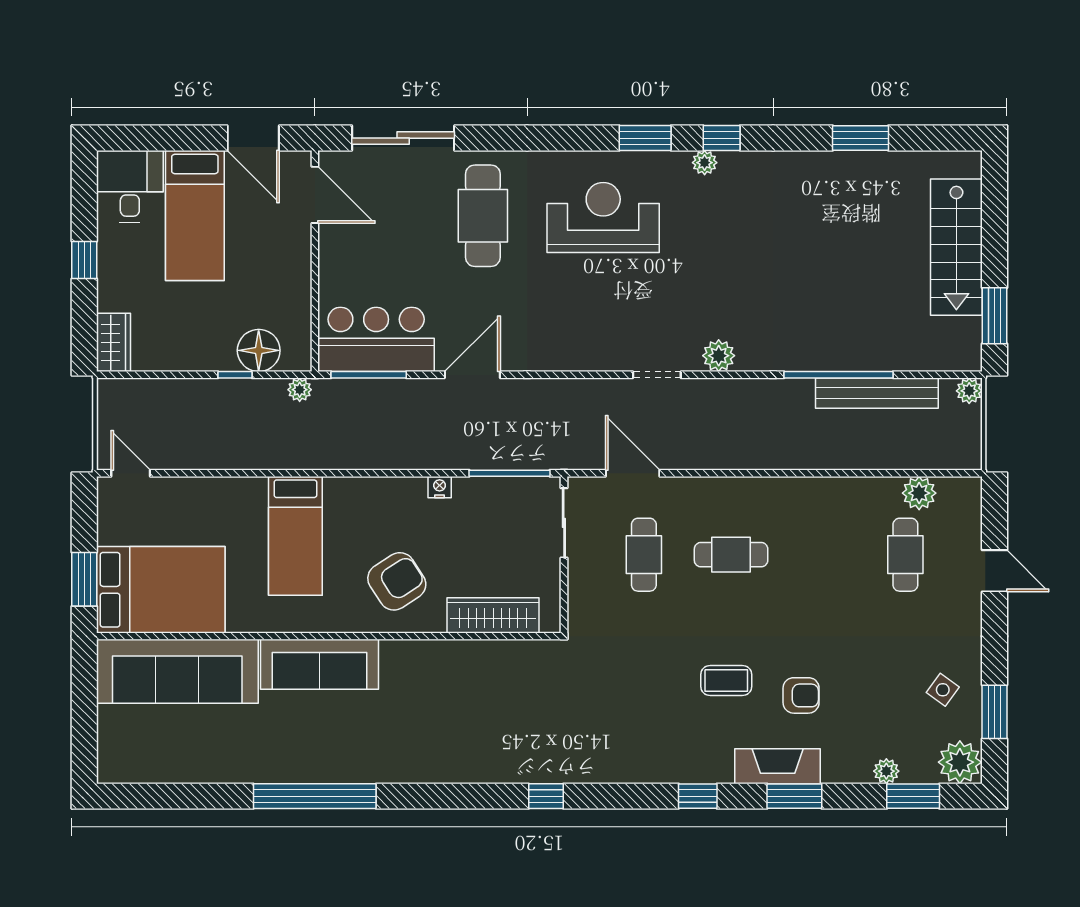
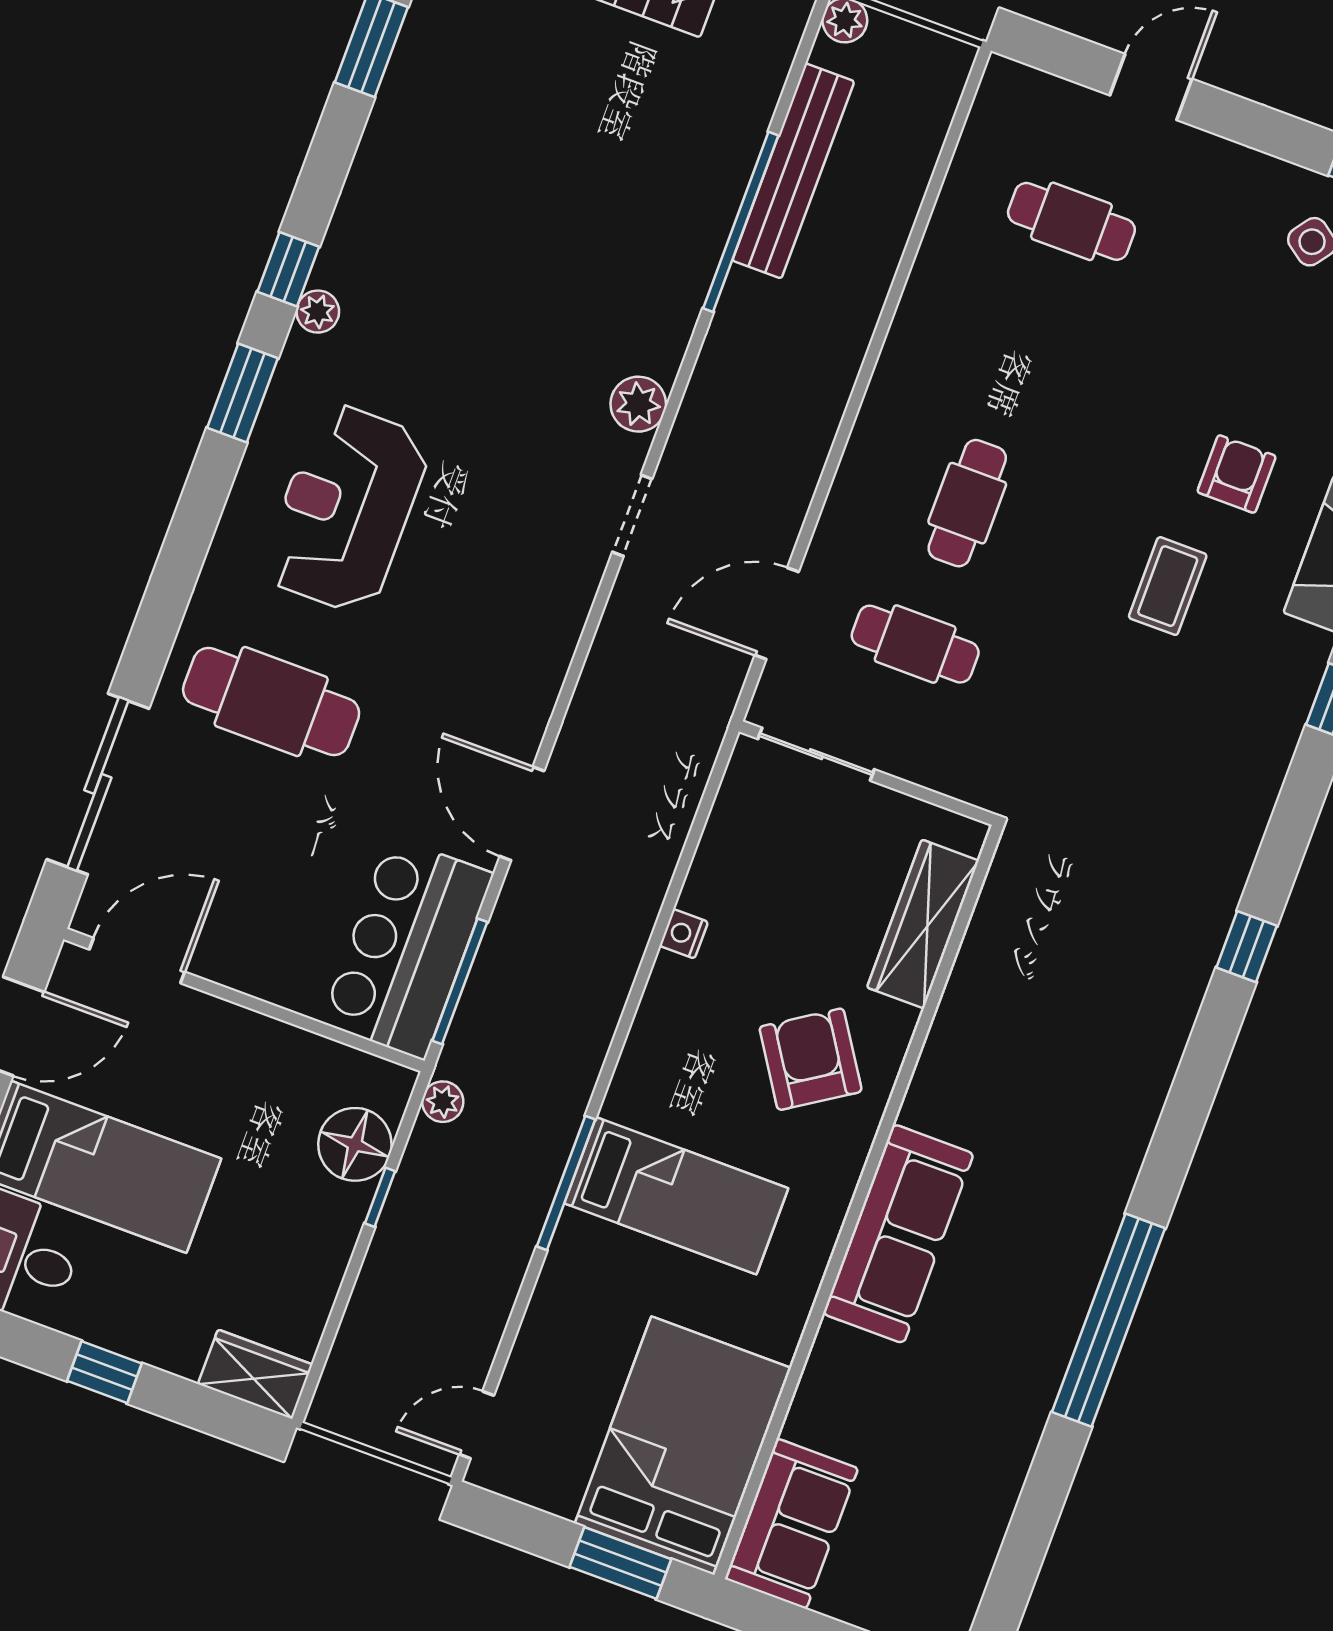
window: (509, 473) -> (566, 1183), moved
plant: (919, 493) -> (980, 162), removed
sofa: (177, 671) -> (792, 1524), width x0.54, depth x0.79

